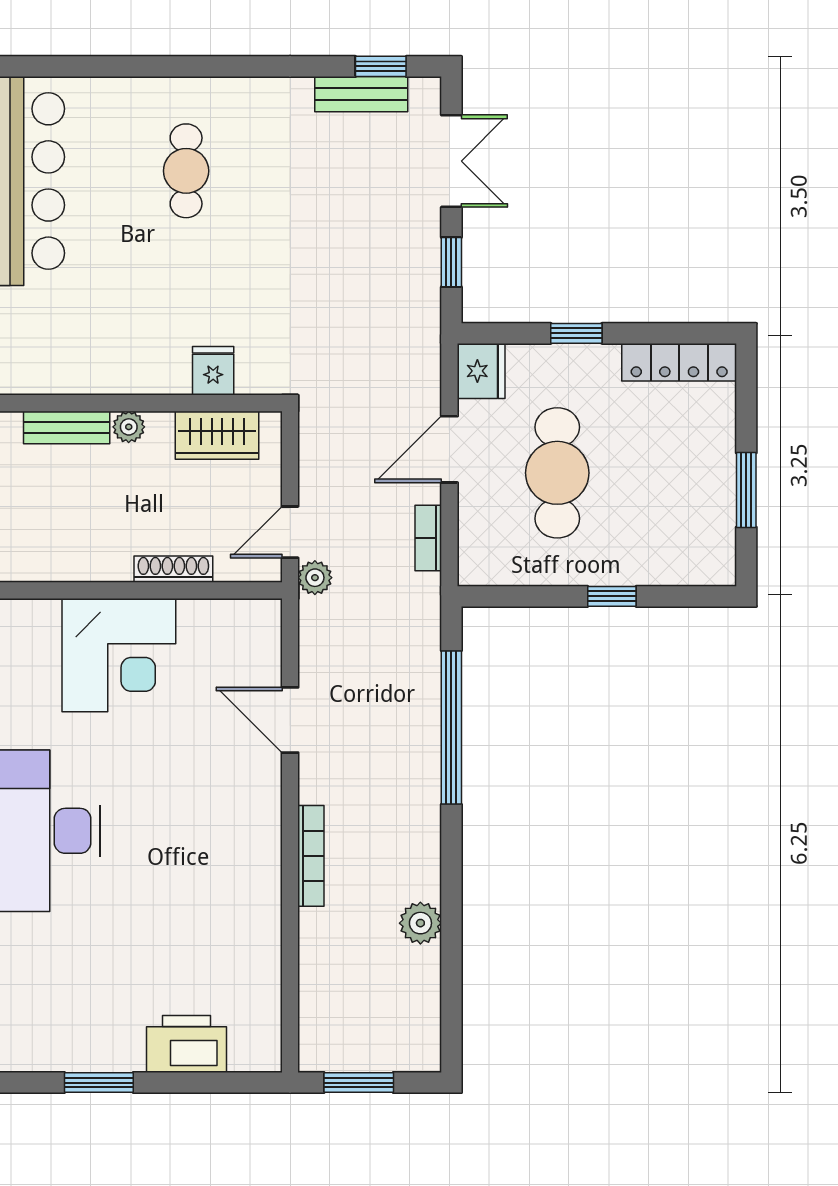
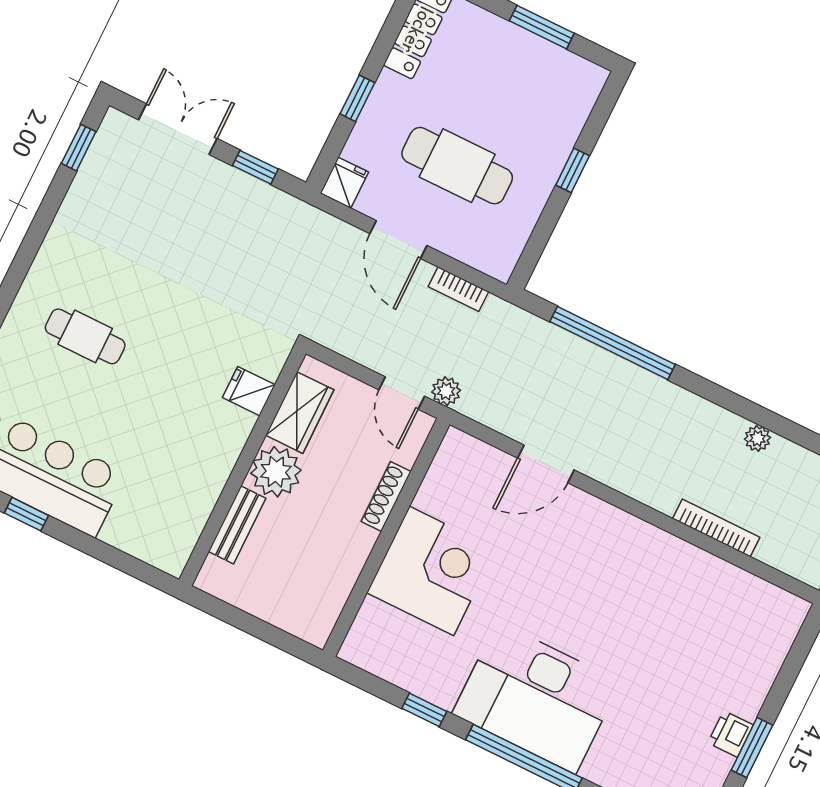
bench: (361, 94) -> (92, 173), removed
fridge: (481, 371) -> (344, 183), width x0.72
plant: (129, 427) -> (276, 472), width x1.87, depth x1.87
bookcase: (311, 856) -> (716, 528), moved
plant: (420, 923) -> (758, 438), width x0.73, depth x0.73
printer: (187, 1044) -> (731, 734), moved, width x0.53, depth x0.68

